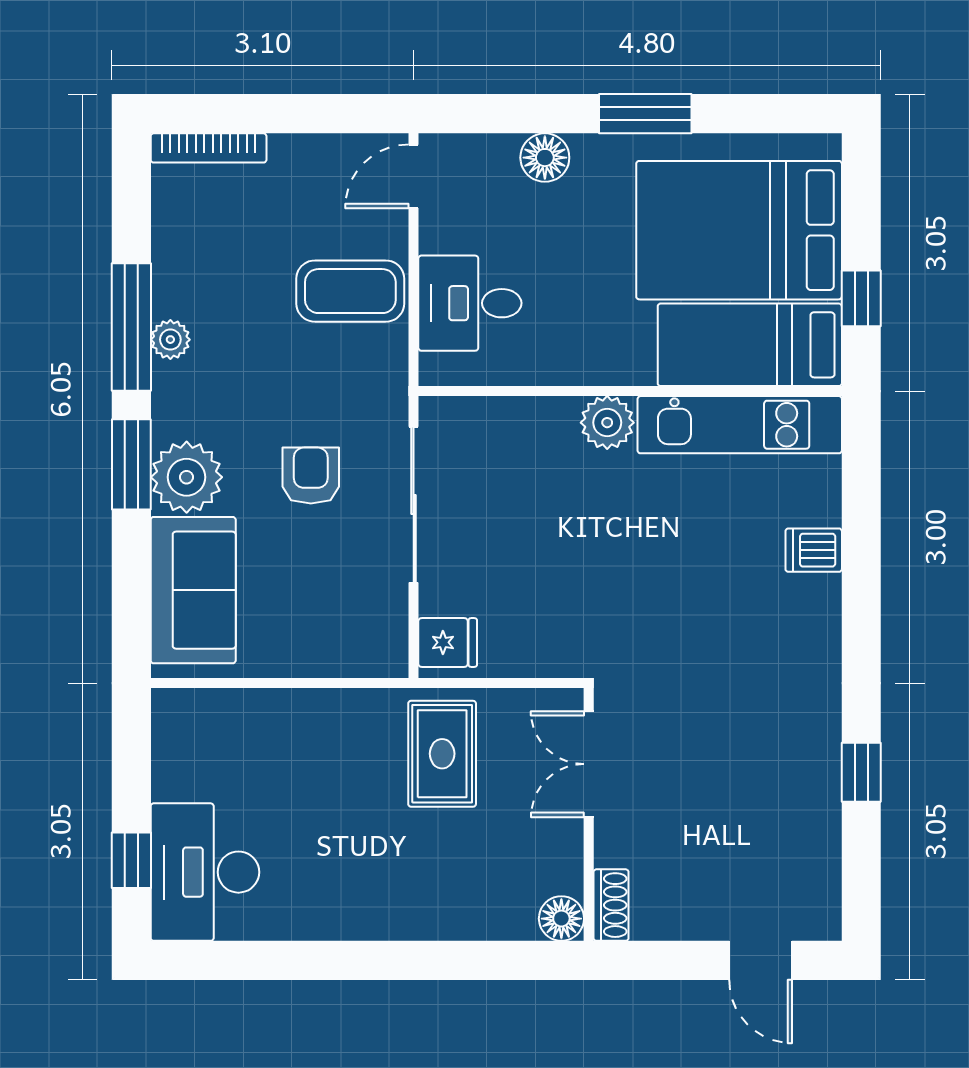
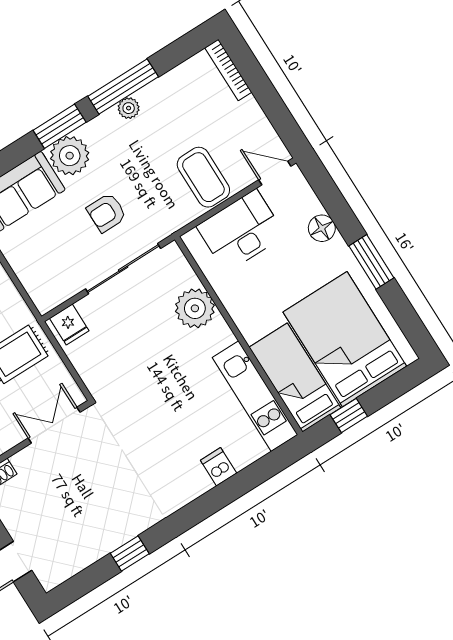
desk: (470, 303) -> (241, 231), width x1.37
plant: (607, 423) -> (195, 308), moved, width x1.36, depth x1.36
armchair: (311, 476) -> (107, 213), turned 180

